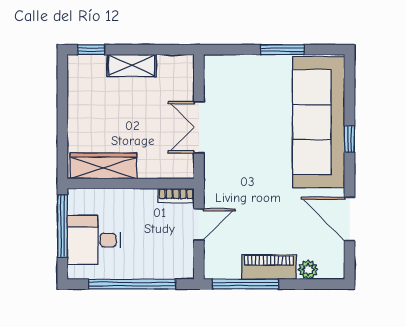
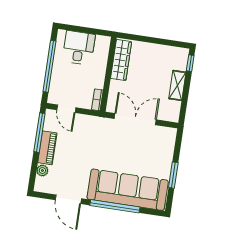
double door: (199, 127) -> (135, 119), width x1.37
window: (350, 139) -> (115, 206), width x3.17
door: (350, 219) -> (68, 199), swing flipped
door: (199, 224) -> (66, 109), moved
window: (62, 226) -> (90, 31), removed

